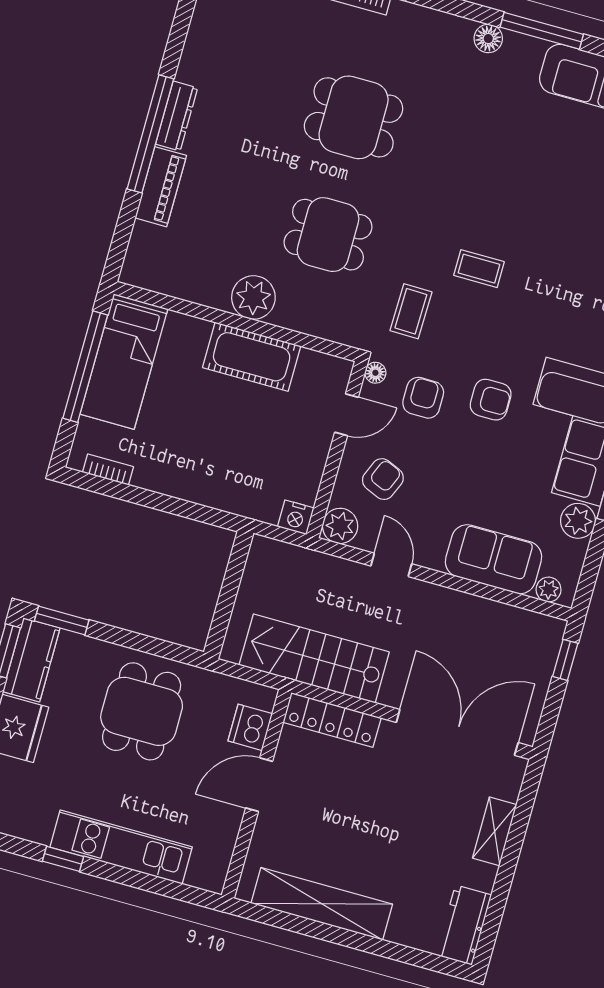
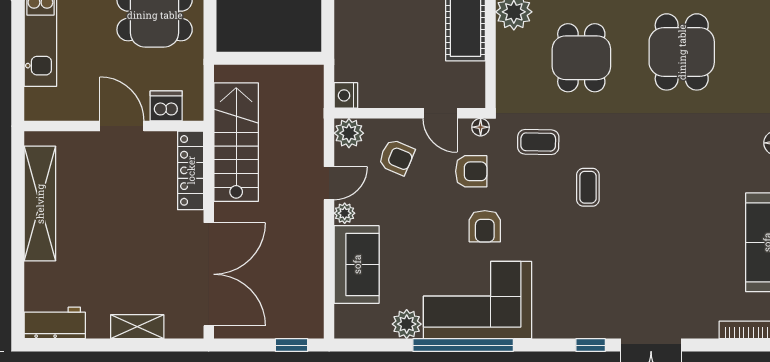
plant: (549, 590) -> (345, 213), moved

